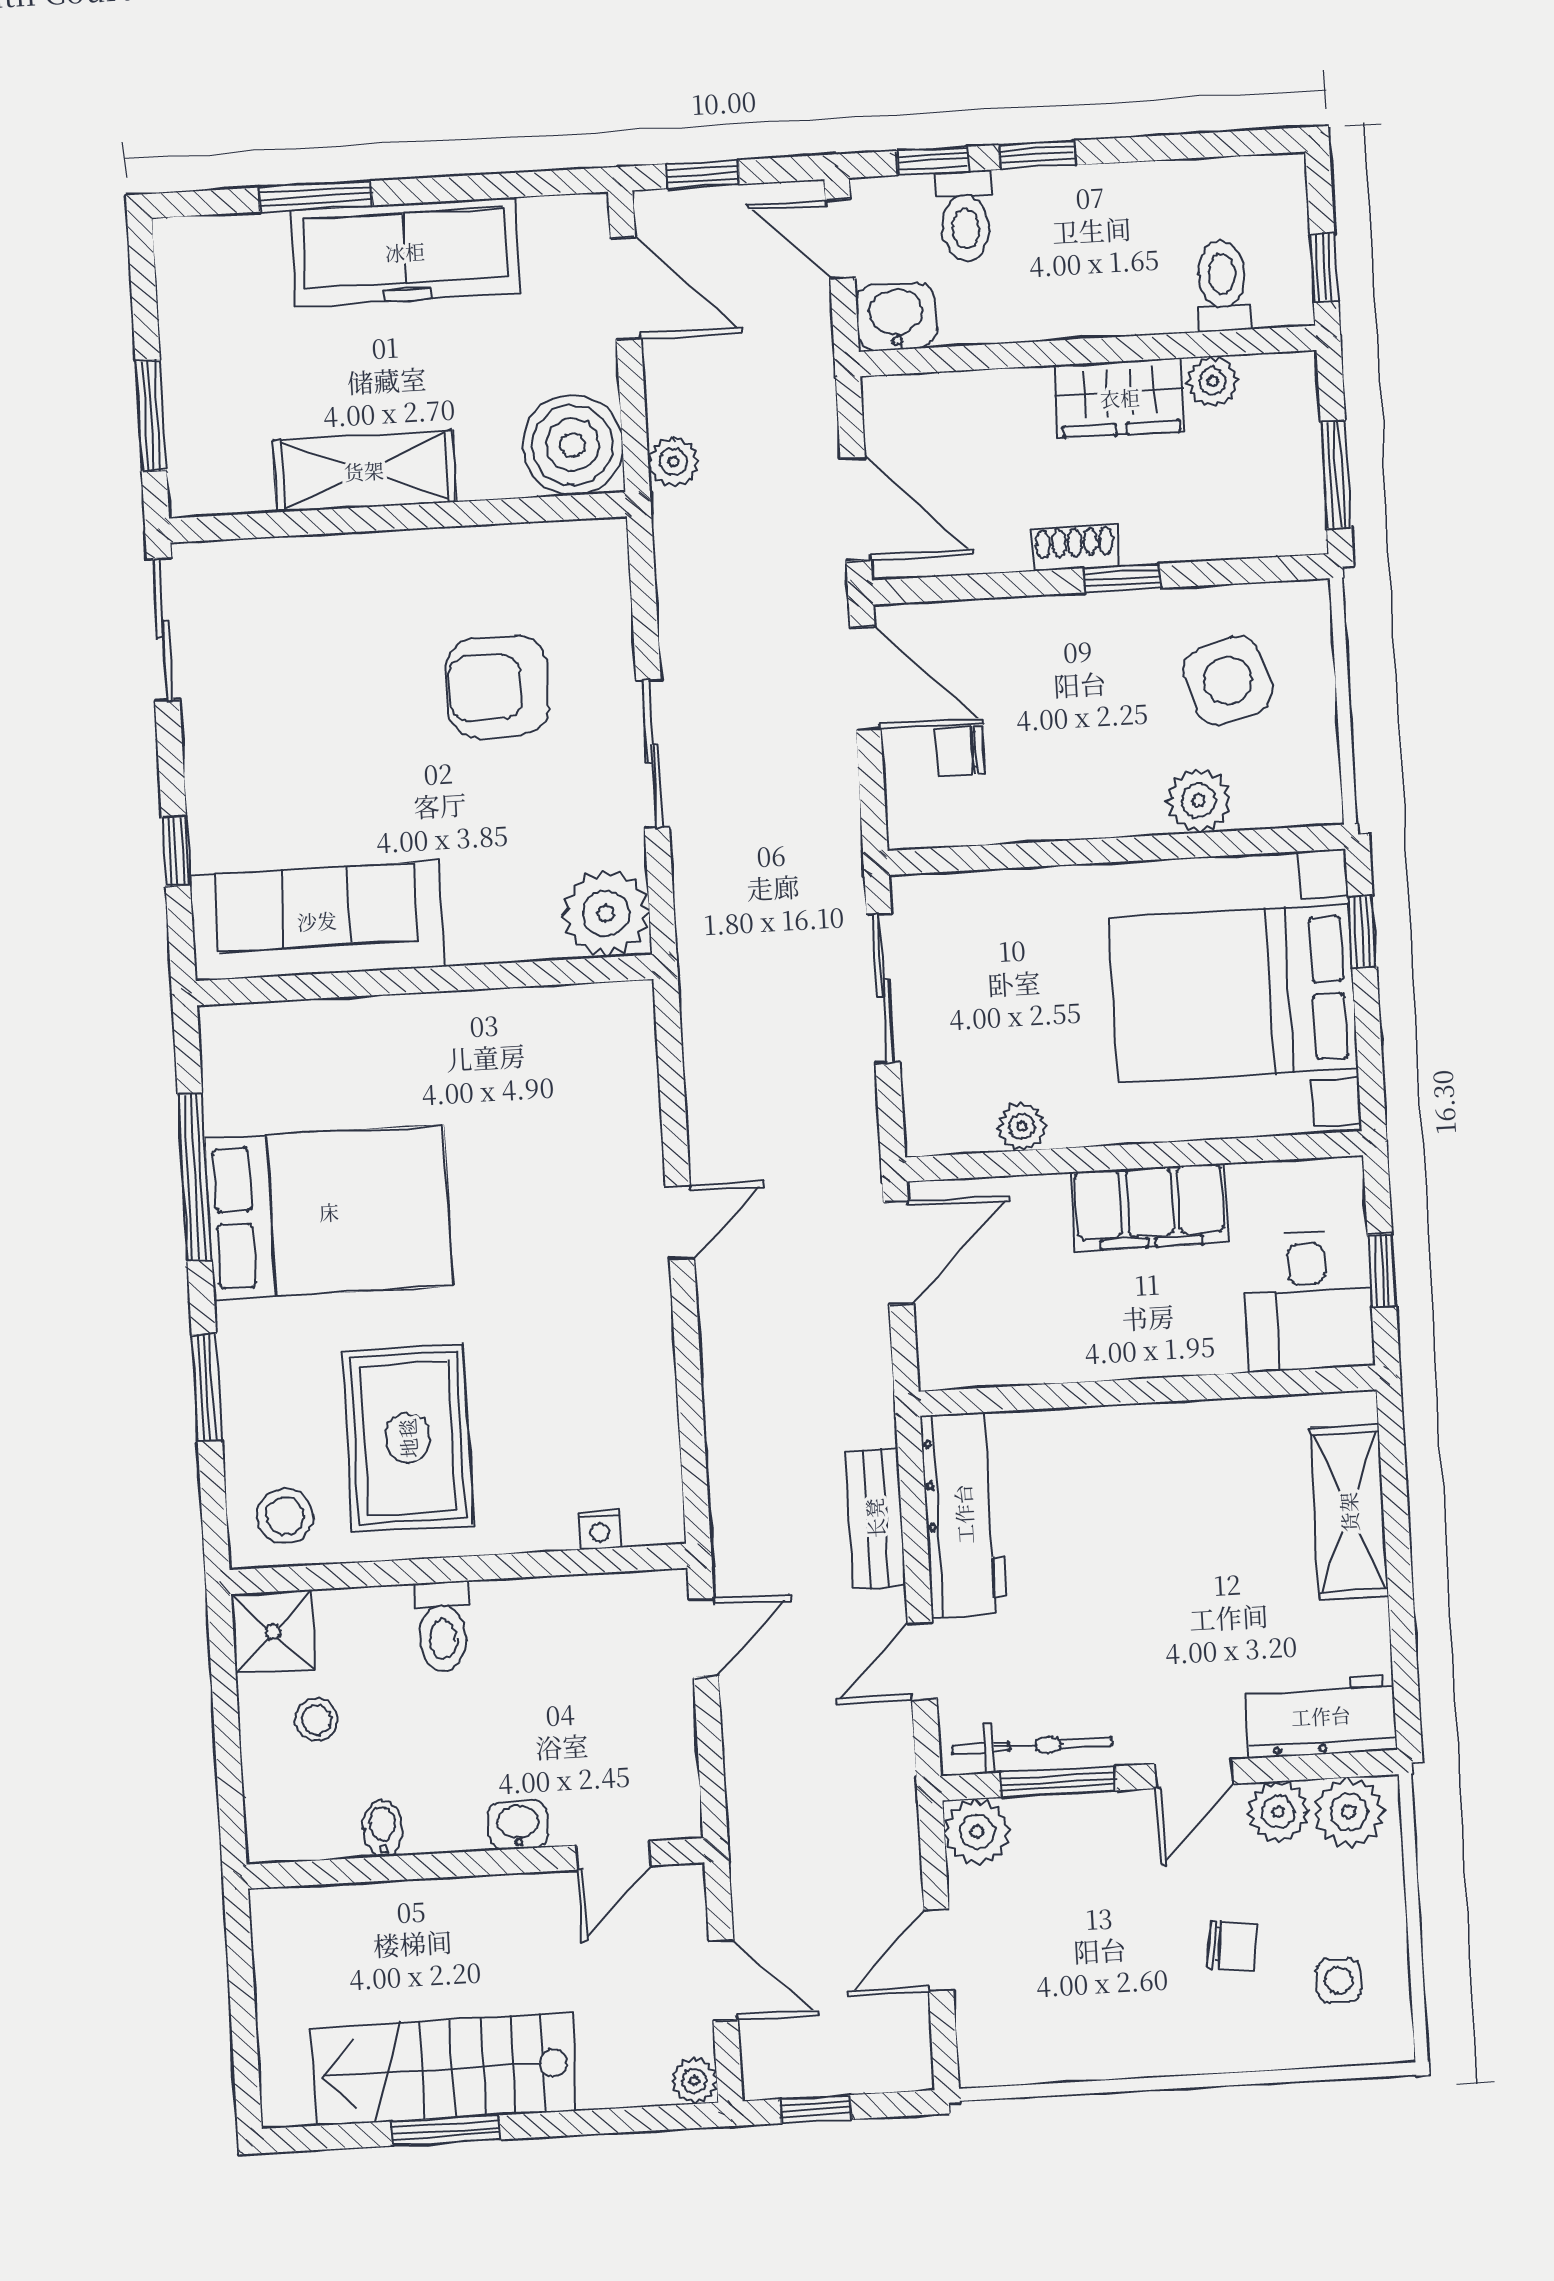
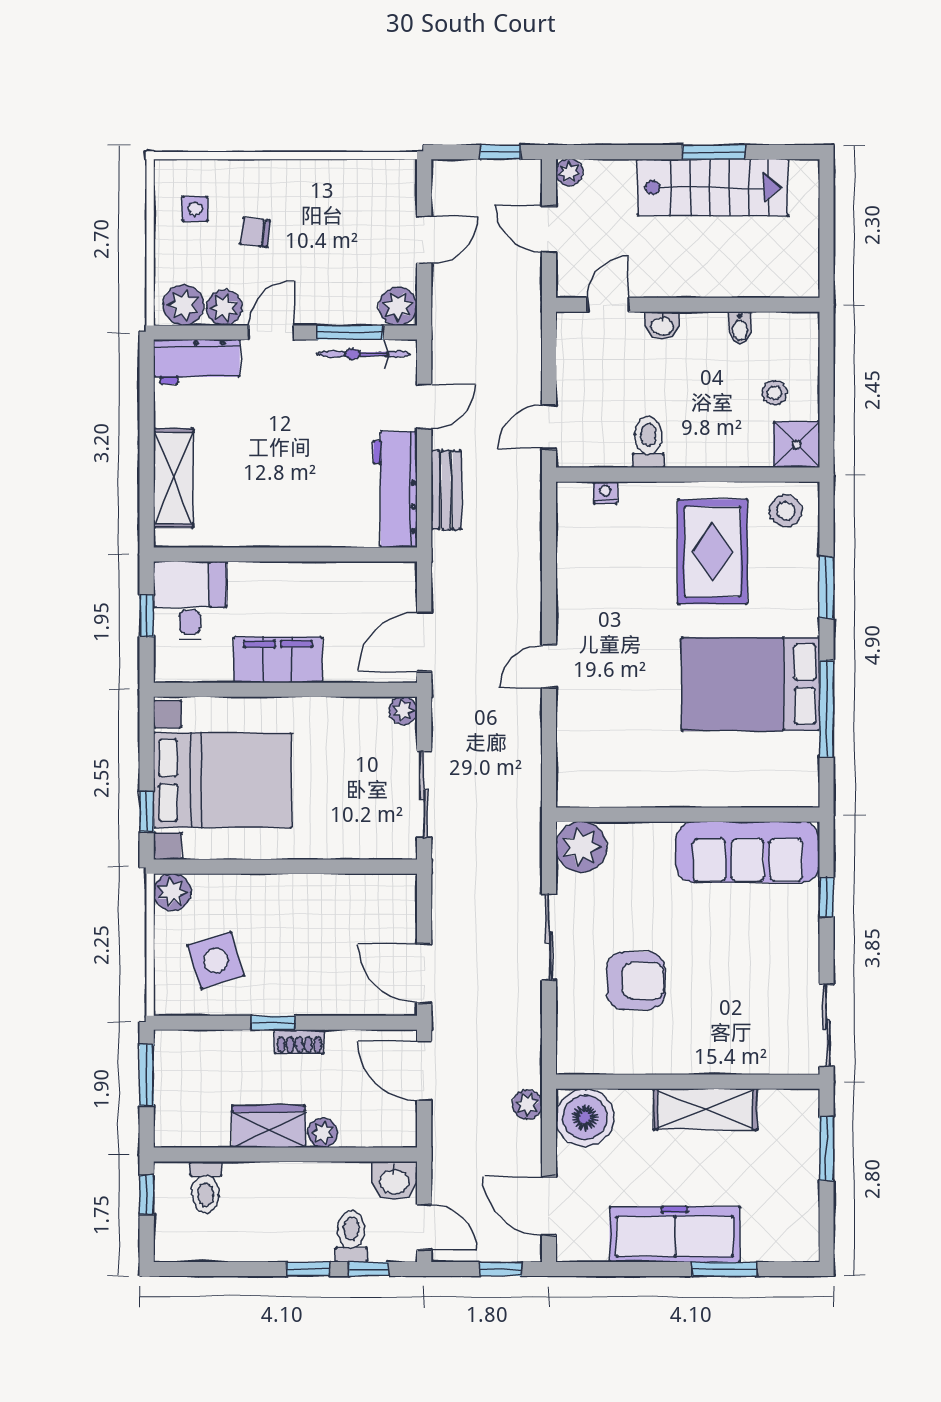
plant: (1213, 381) -> (323, 1133), moved
chair: (960, 751) -> (372, 929), removed
plant: (1198, 801) -> (172, 892), moved
plant: (1022, 1126) -> (403, 711), moved
toilet: (442, 1627) -> (648, 442), moved

